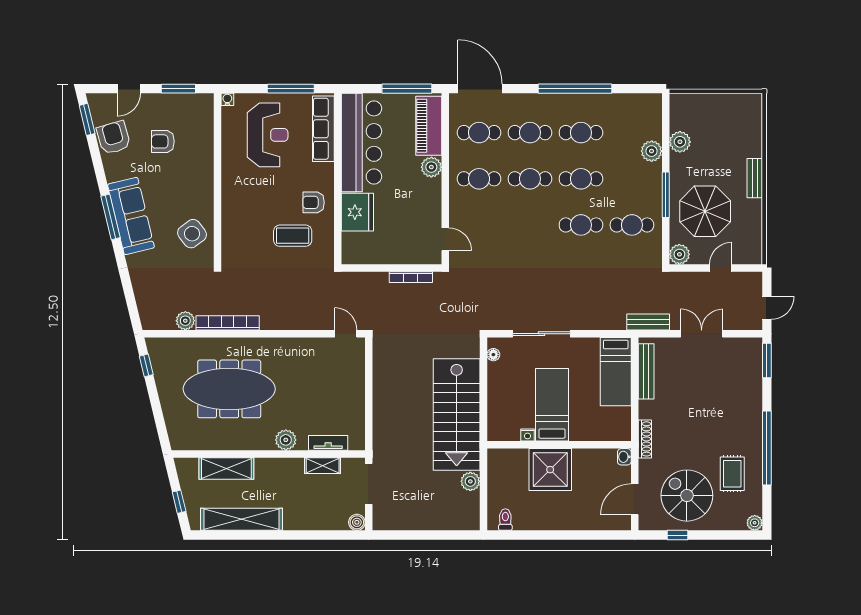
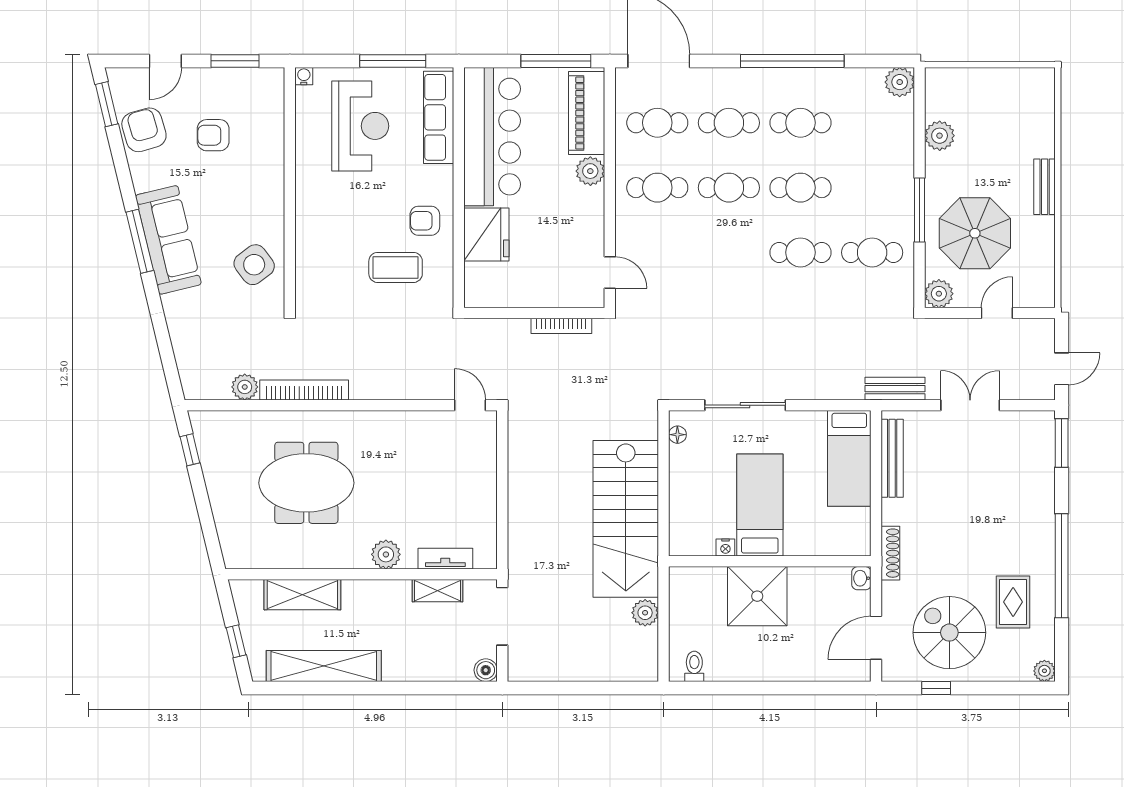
plant: (652, 151) -> (900, 82), moved
meeting table: (229, 389) -> (306, 483), width x0.73

